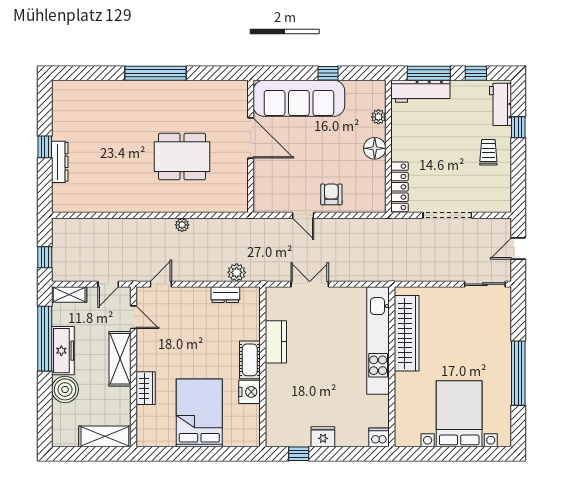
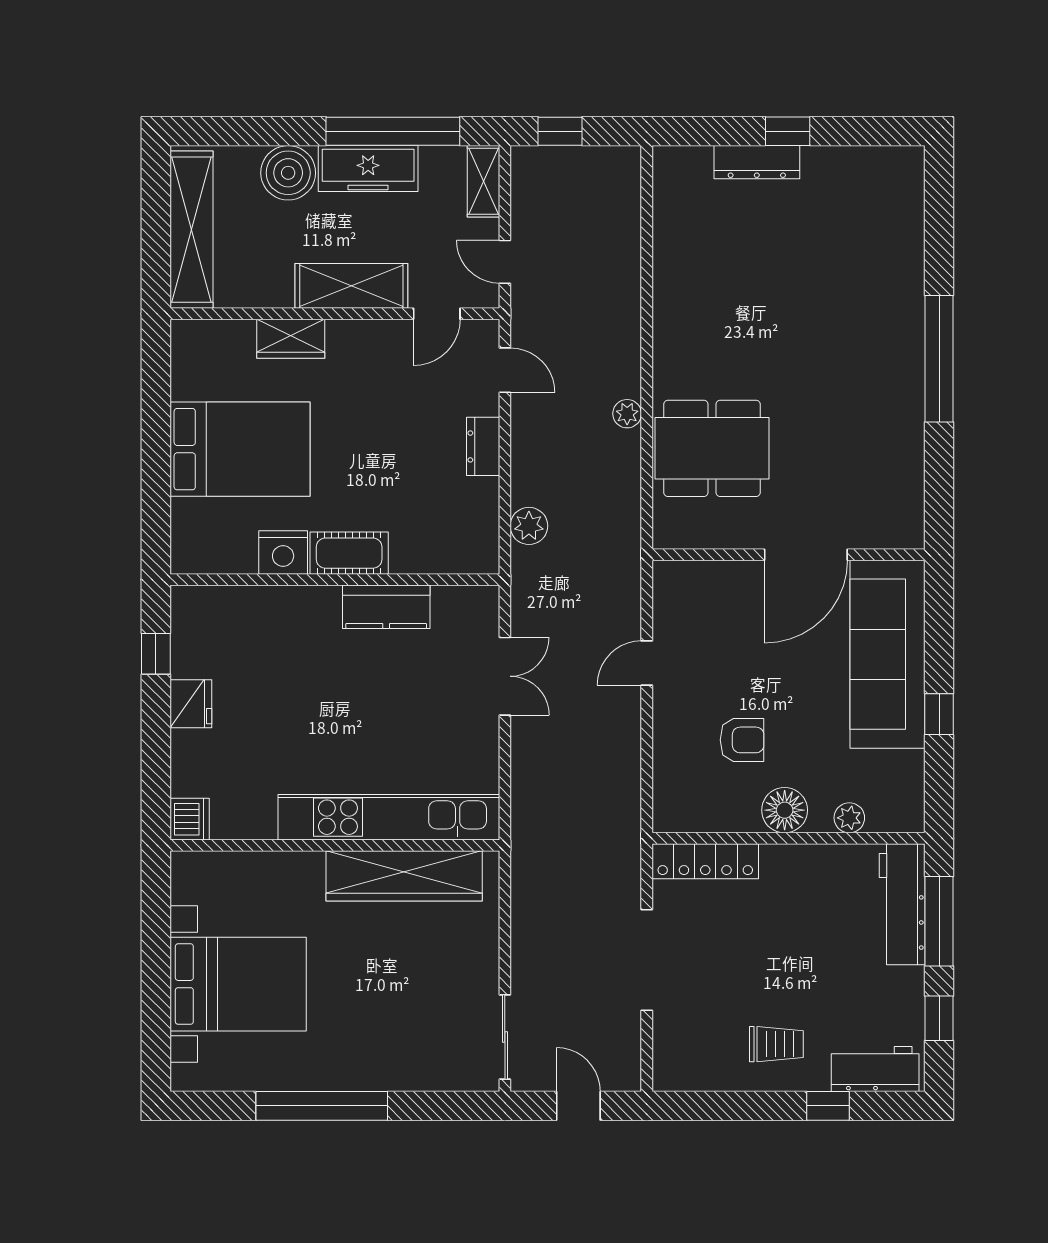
dining table: (182, 157) -> (712, 448), moved, turned 90
armchair: (331, 194) -> (742, 740), moved
dresser: (225, 295) -> (483, 446), moved
shelving: (105, 436) -> (192, 230), width x1.47

